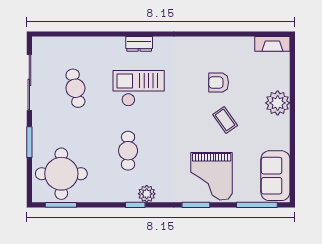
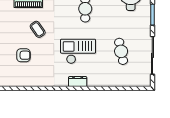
checkout: (139, 88) -> (78, 51), turned 180
coffee table: (225, 120) -> (38, 29), moved

